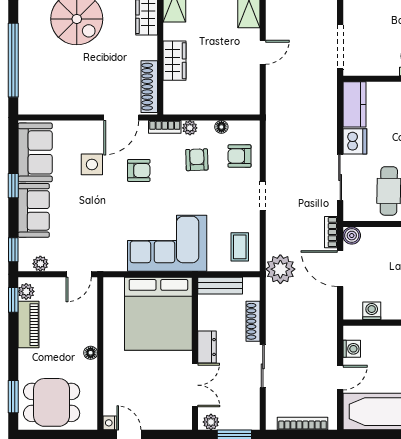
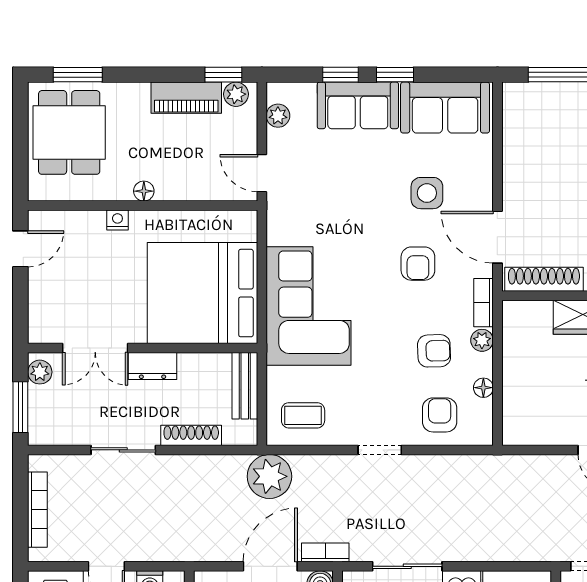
window: (13, 250) -> (340, 75), moved
nightstand: (110, 423) -> (117, 220), moved

